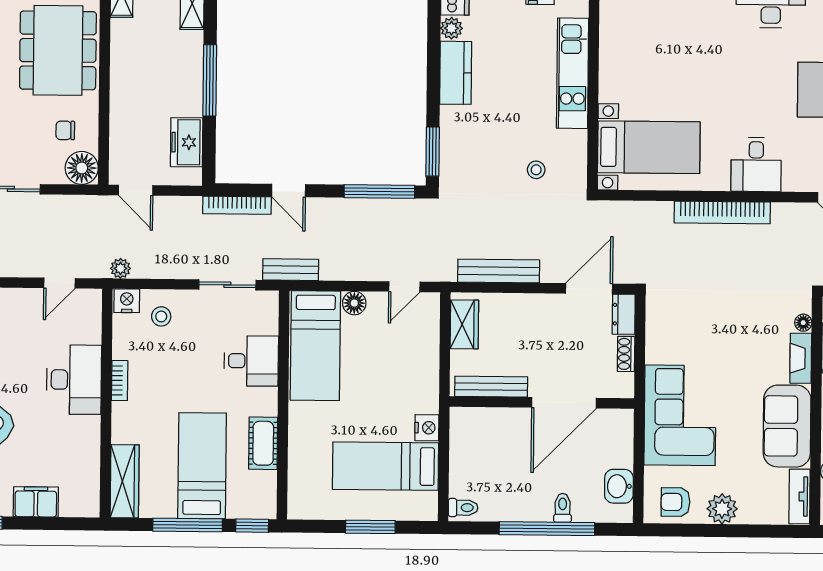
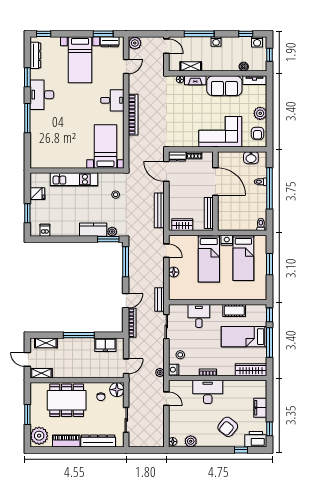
plant: (451, 28) -> (112, 232), moved
kitchen counter: (456, 73) -> (93, 230), moved
bed: (315, 346) -> (209, 259), moved, turned 90

